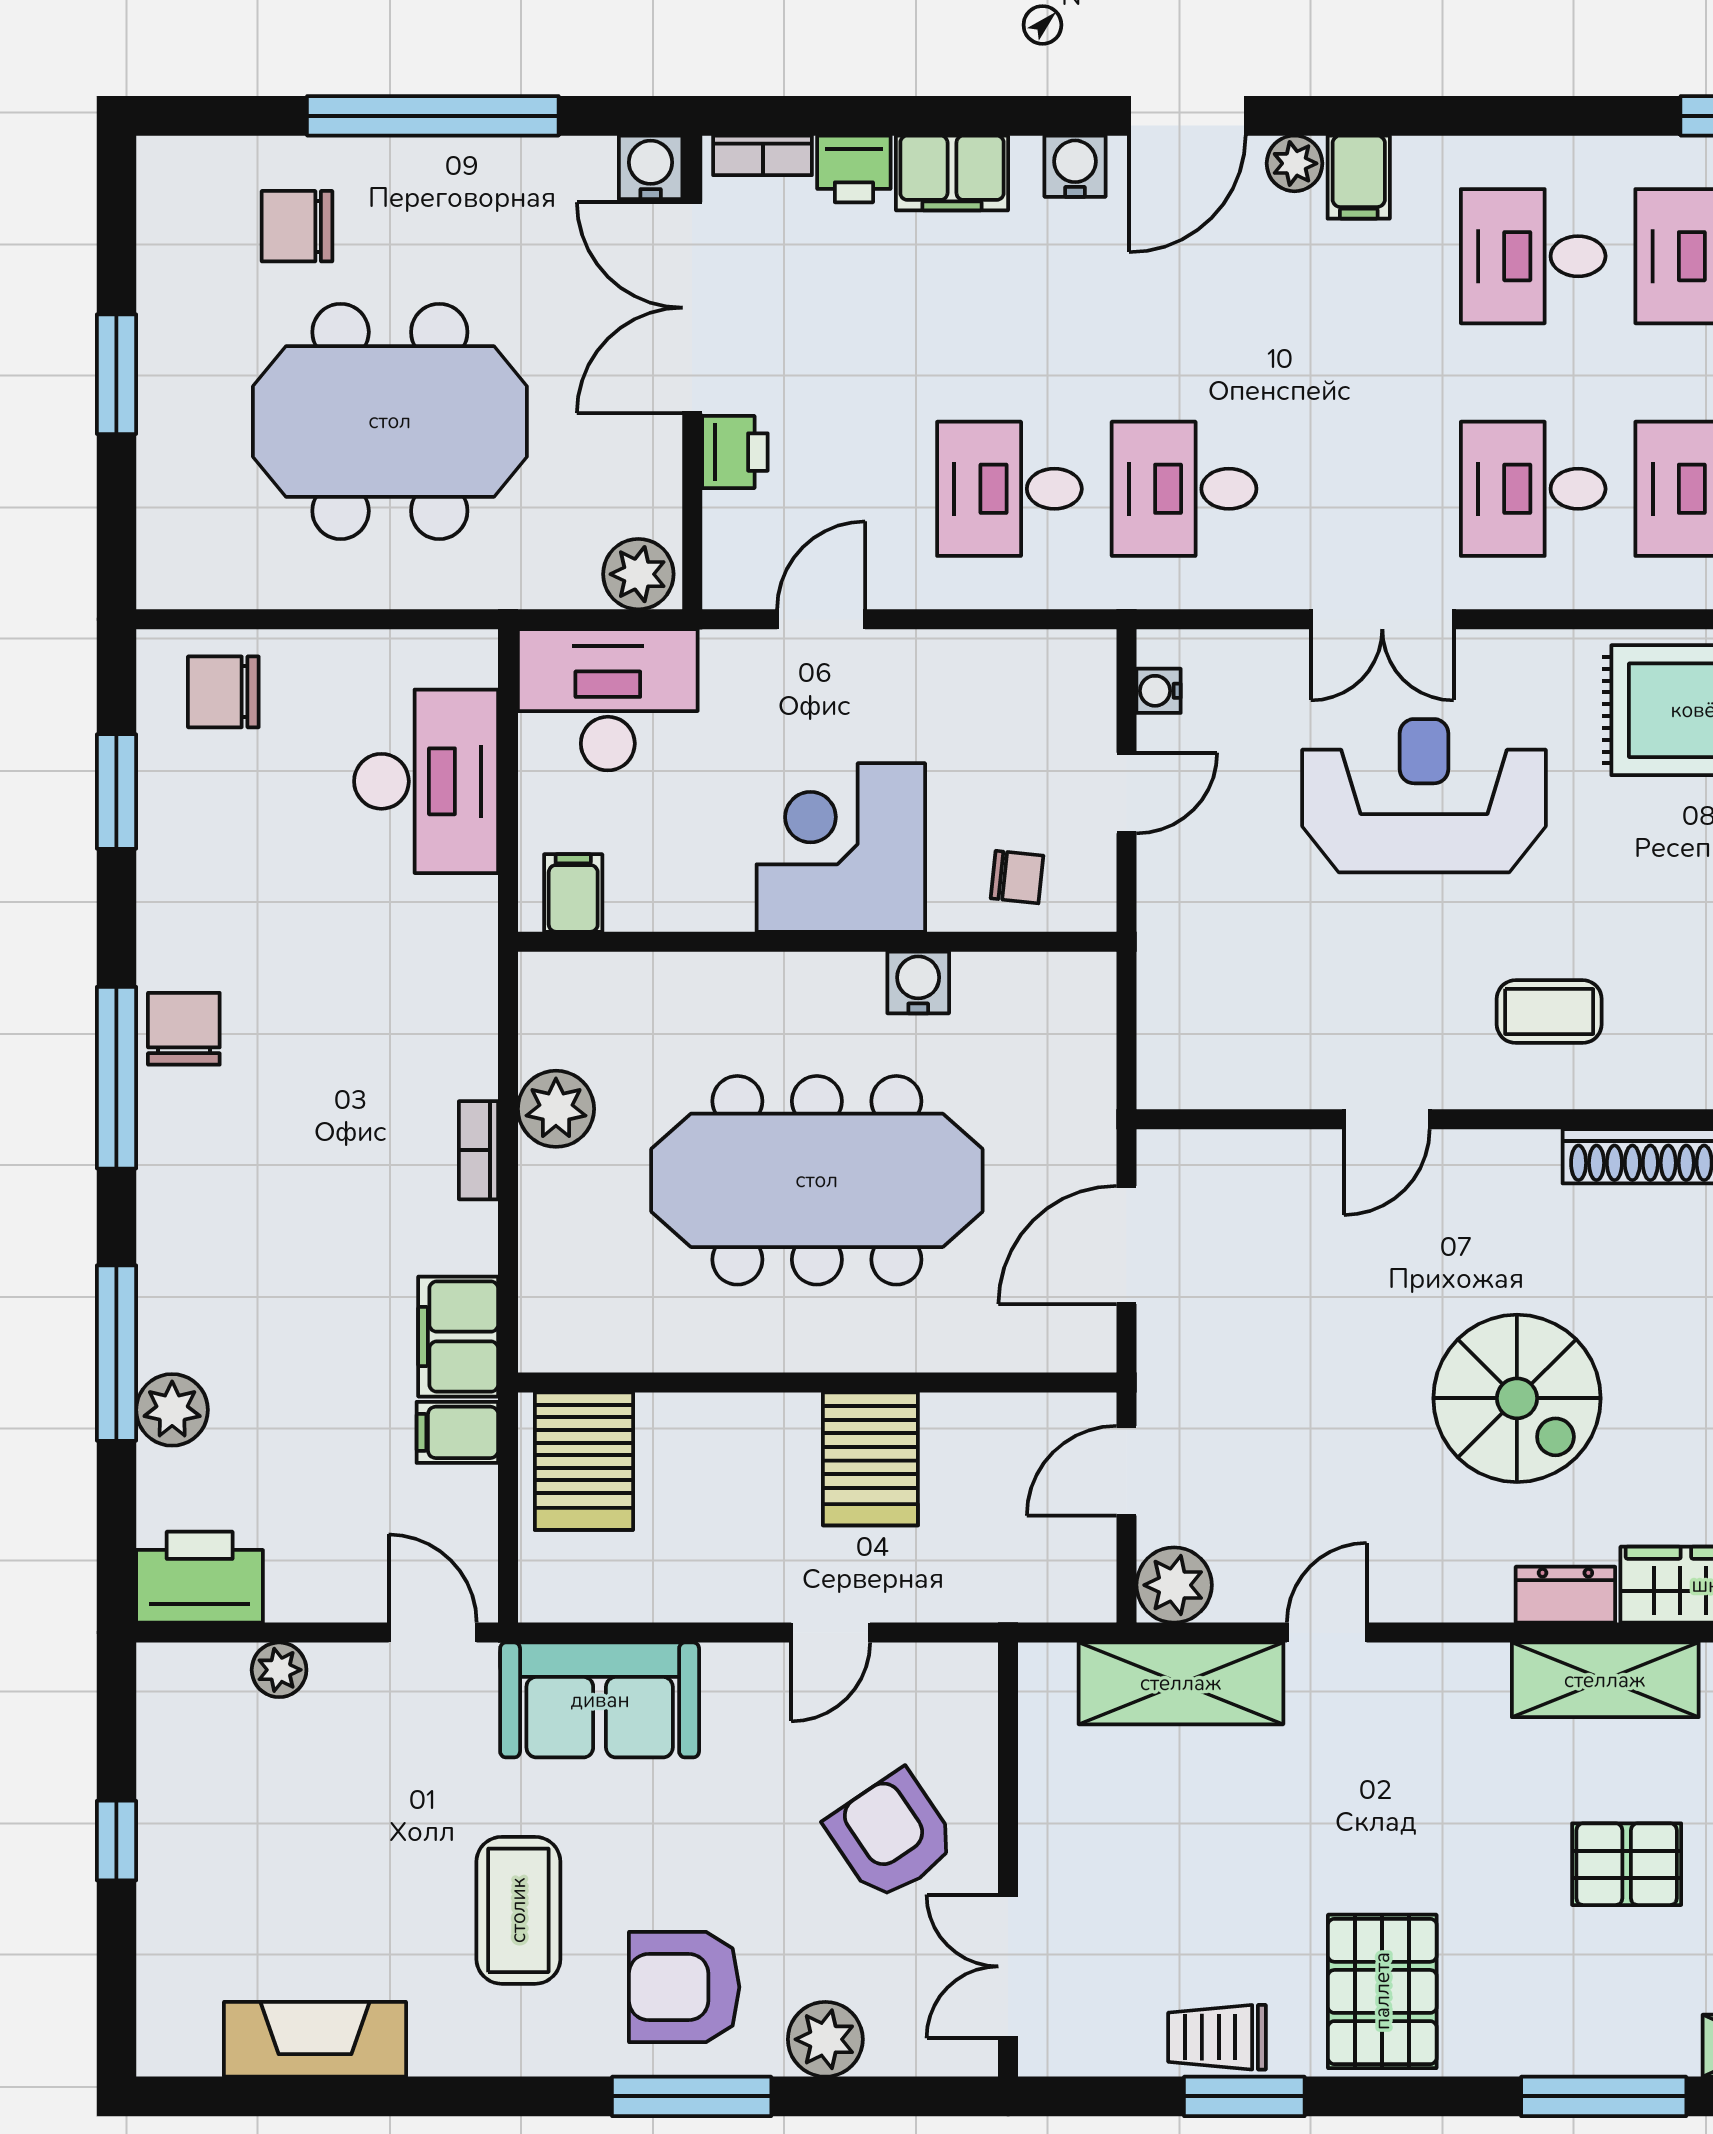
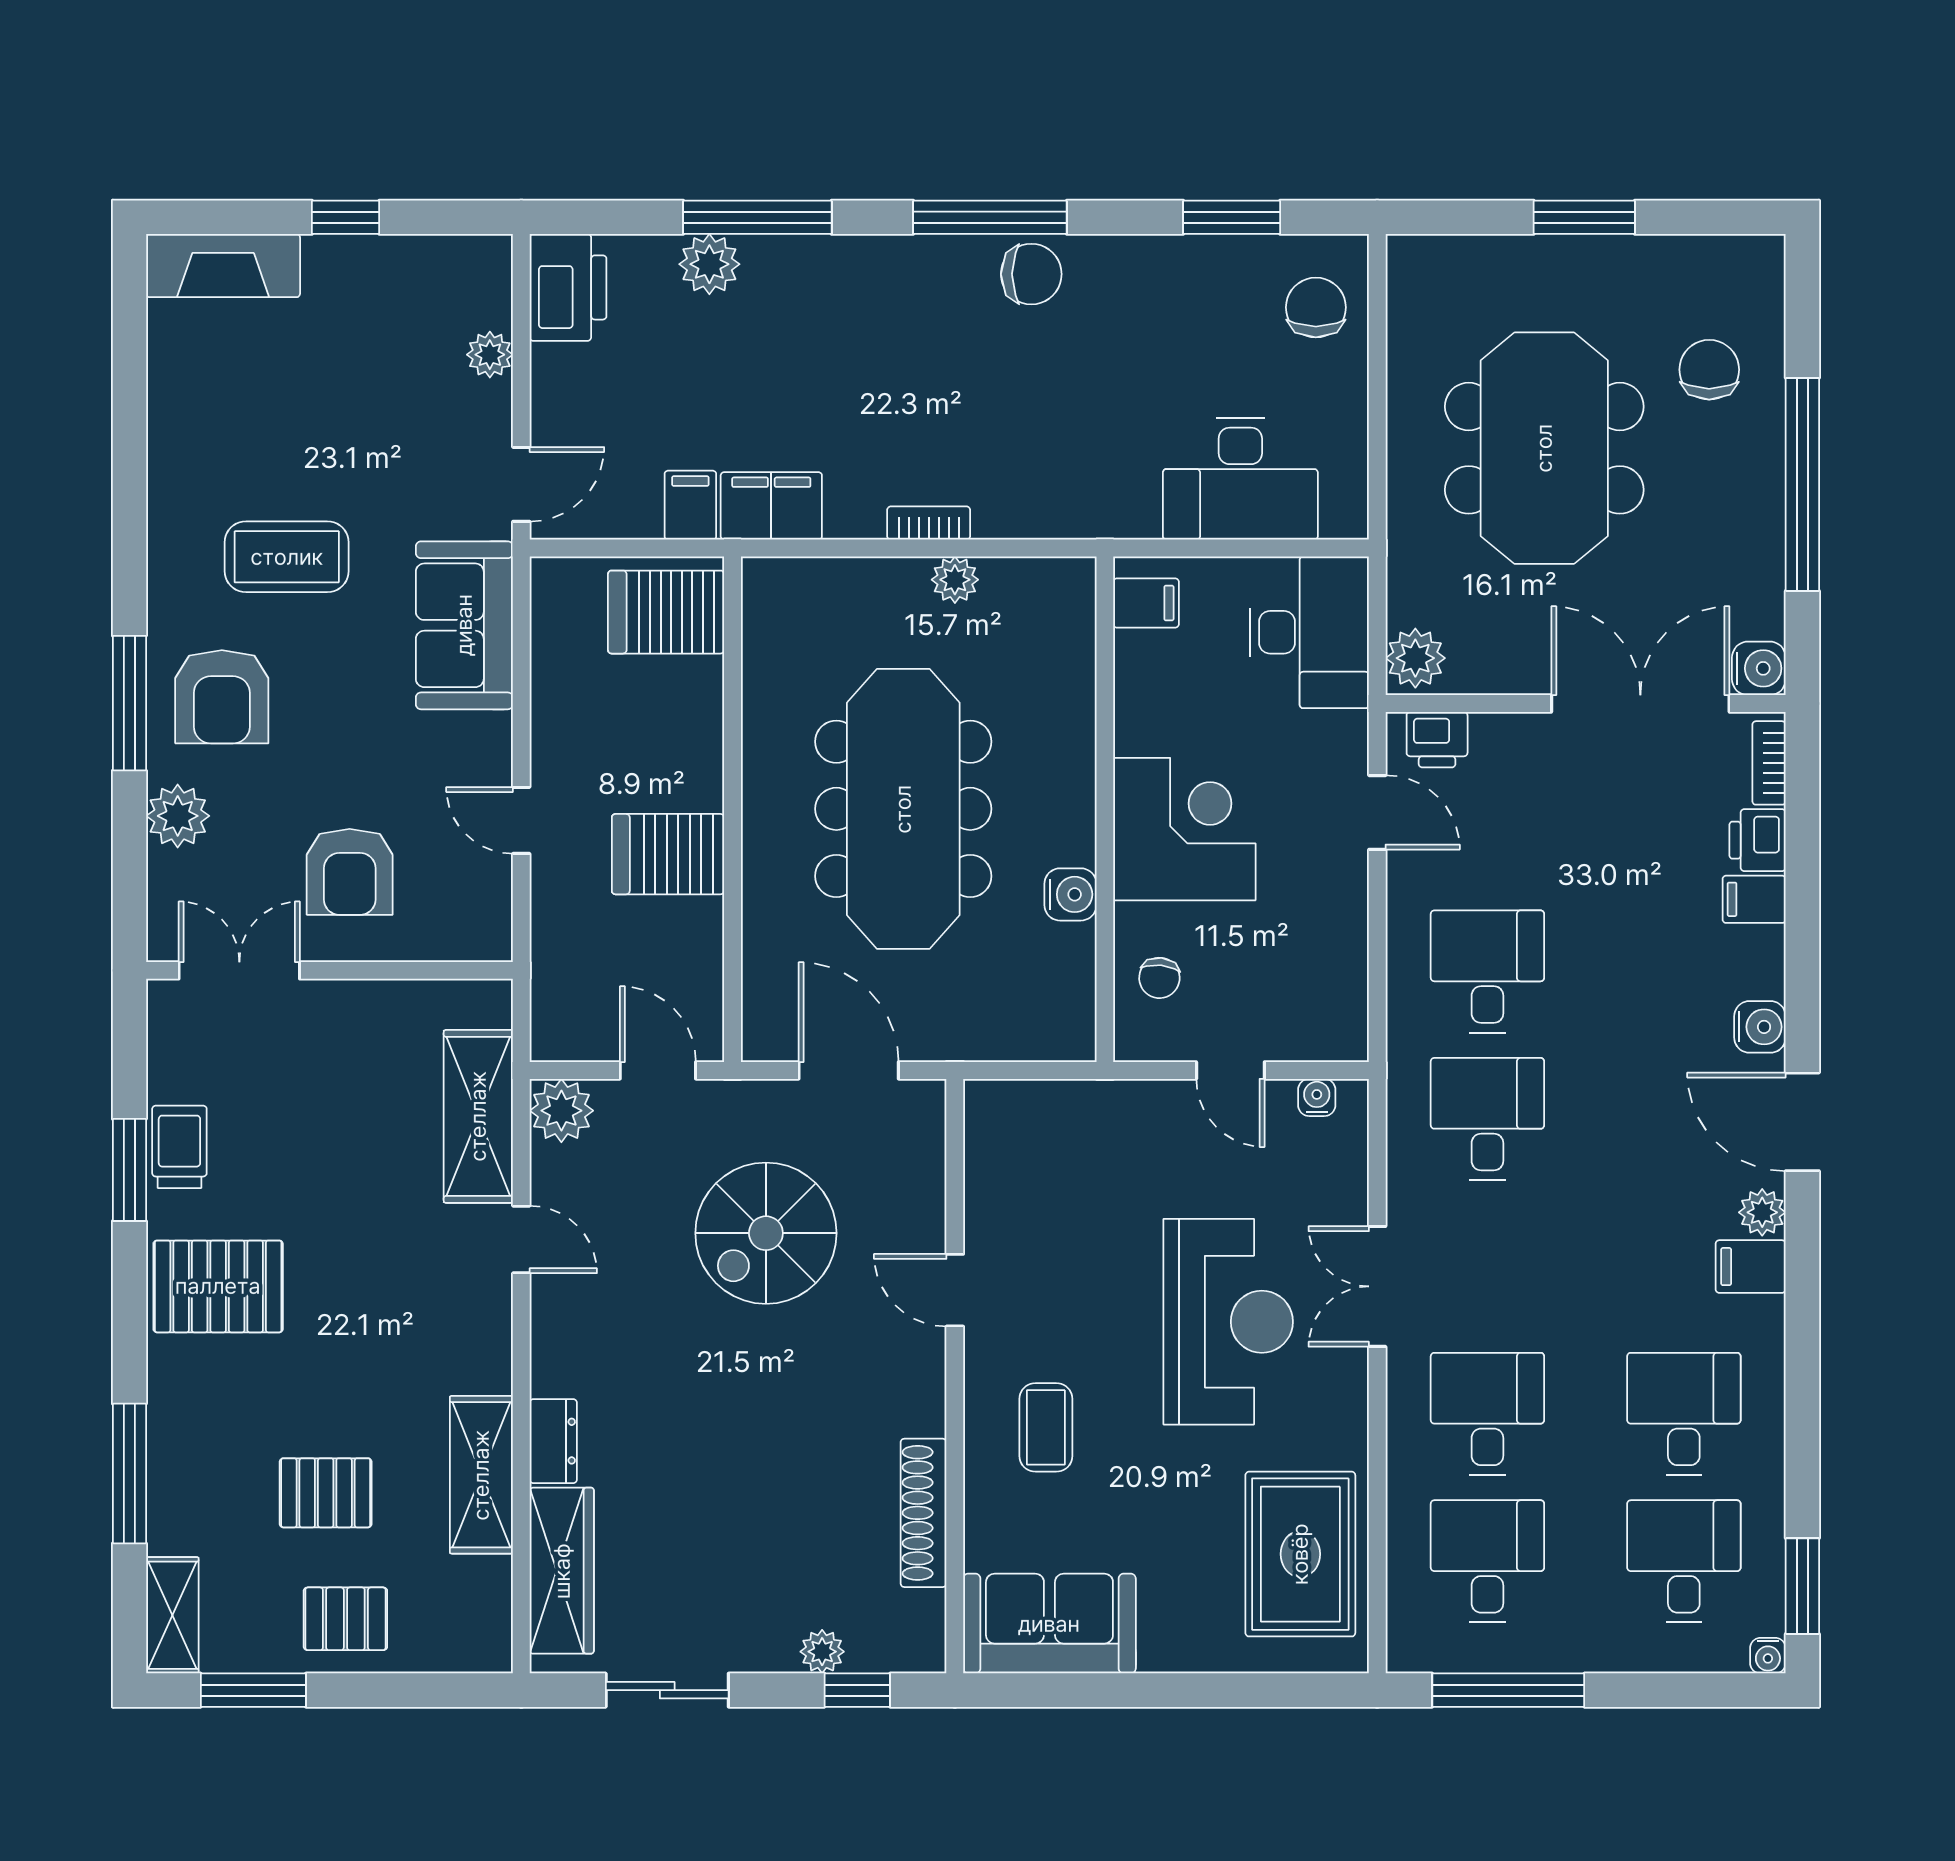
filing cabinet: (952, 173) -> (1754, 899), width x0.50
printer: (735, 452) -> (1437, 740), moved
plant: (556, 1109) -> (955, 580), width x0.73, depth x0.73
spiral stairs: (1517, 1398) -> (766, 1233), moved
armchair: (891, 1836) -> (350, 872), turned 124
pallet: (1627, 1864) -> (326, 1493), turned 90
armchair: (684, 1987) -> (222, 697), turned 180
fireplace: (315, 2039) -> (223, 266), moved, turned 90

